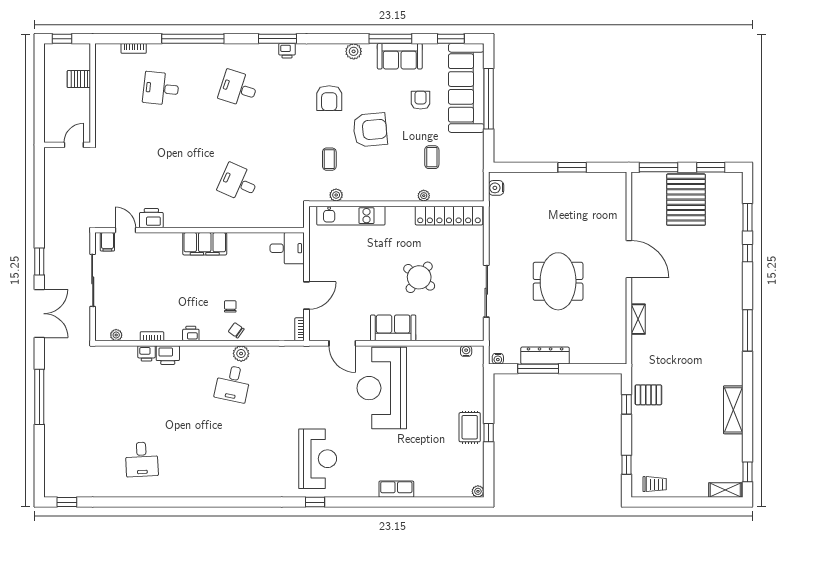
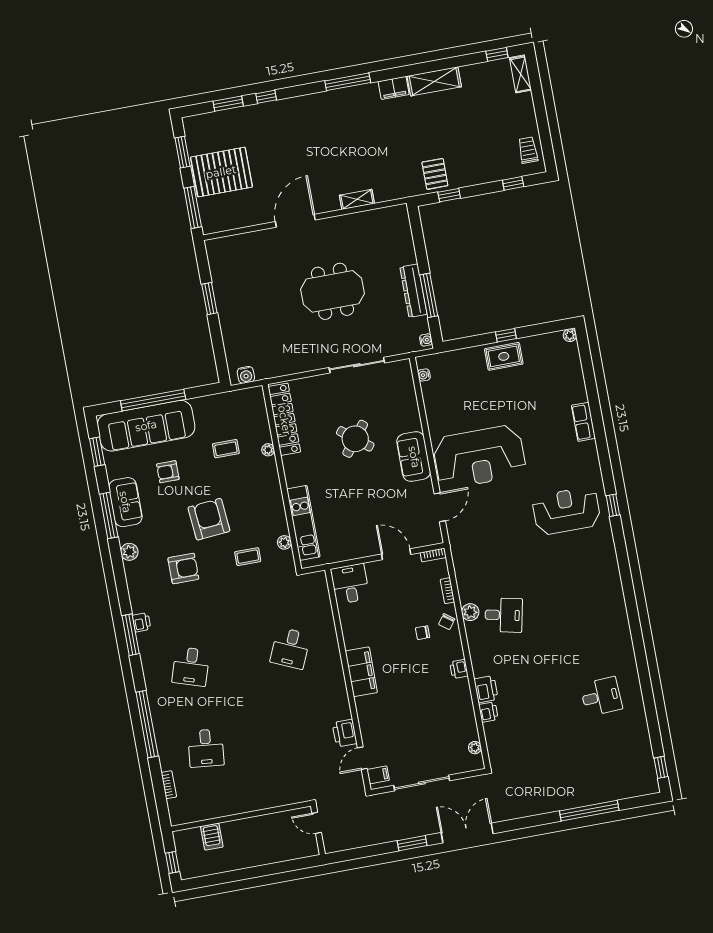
wall: (67, 145) -> (318, 830), moved
door: (74, 145) -> (317, 823), moved
bookcase: (152, 336) -> (447, 591), moved
filing cabinet: (734, 371) -> (394, 88), added
window: (39, 397) -> (589, 811), moved

